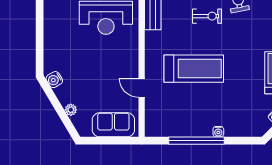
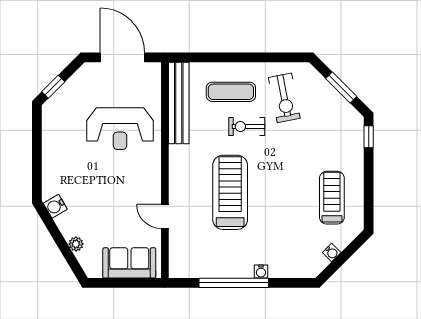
exercise bike: (207, 16) -> (247, 126), turned 180
treadmill: (194, 69) -> (230, 192), turned -90

